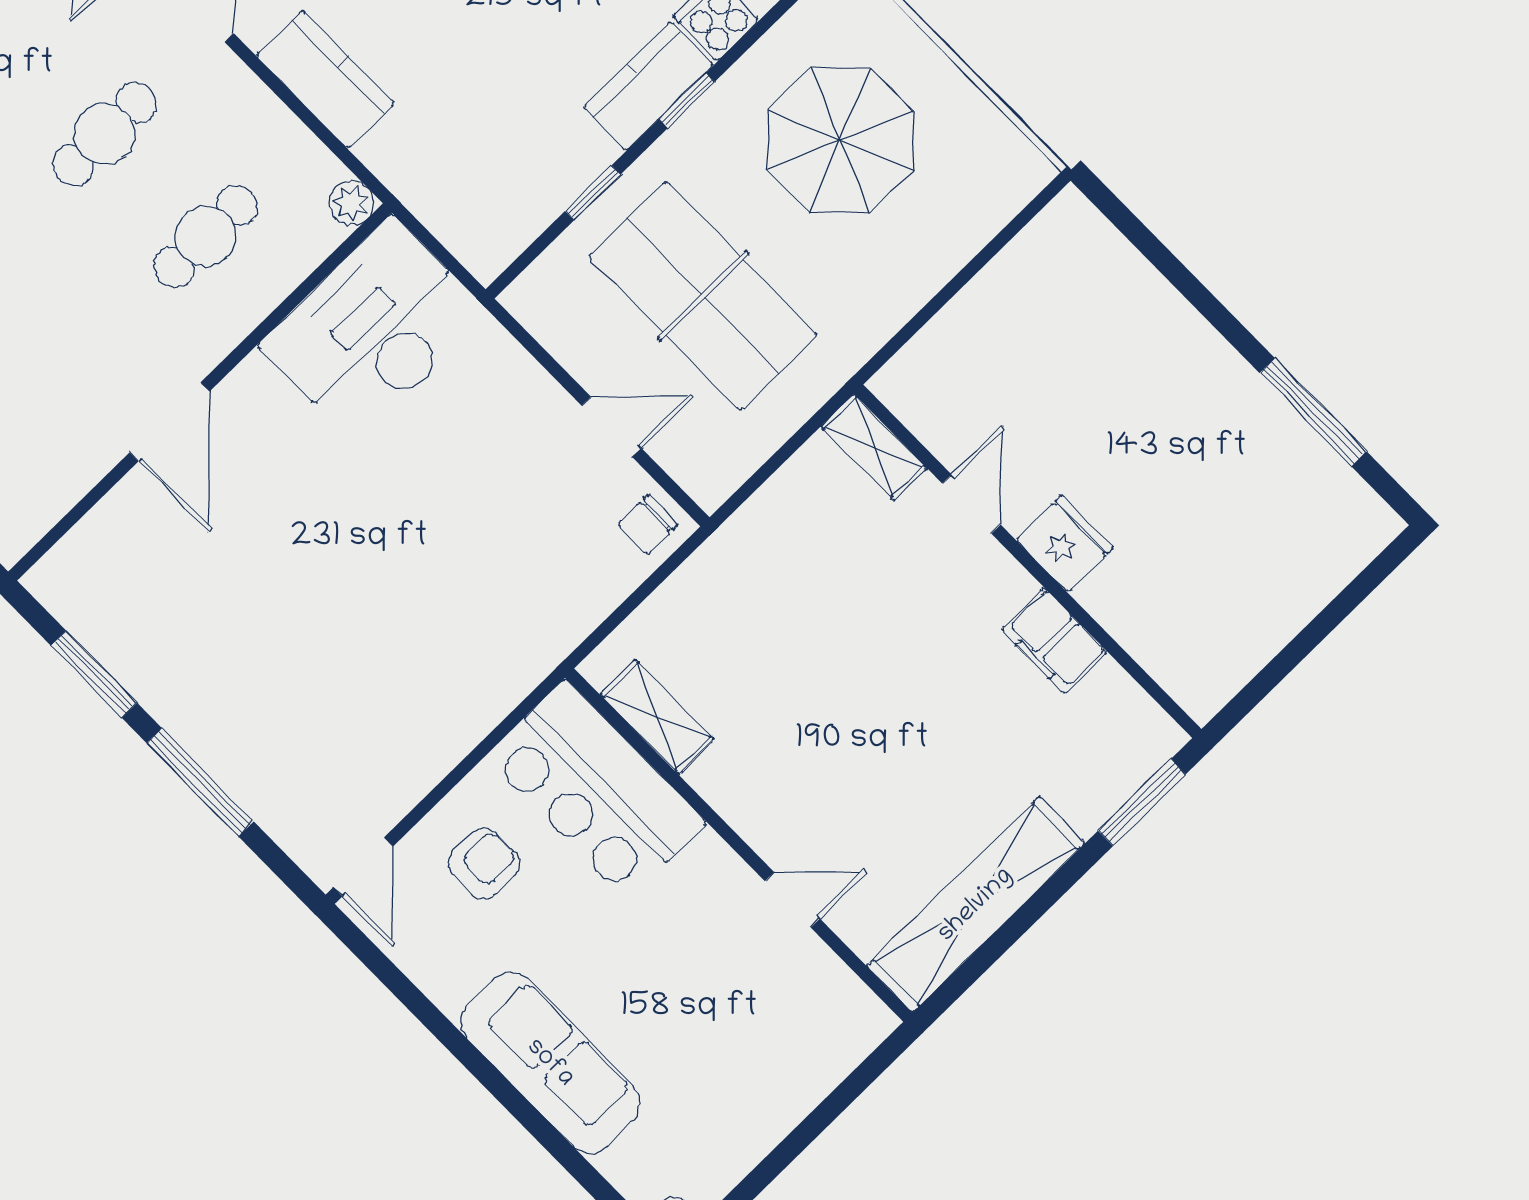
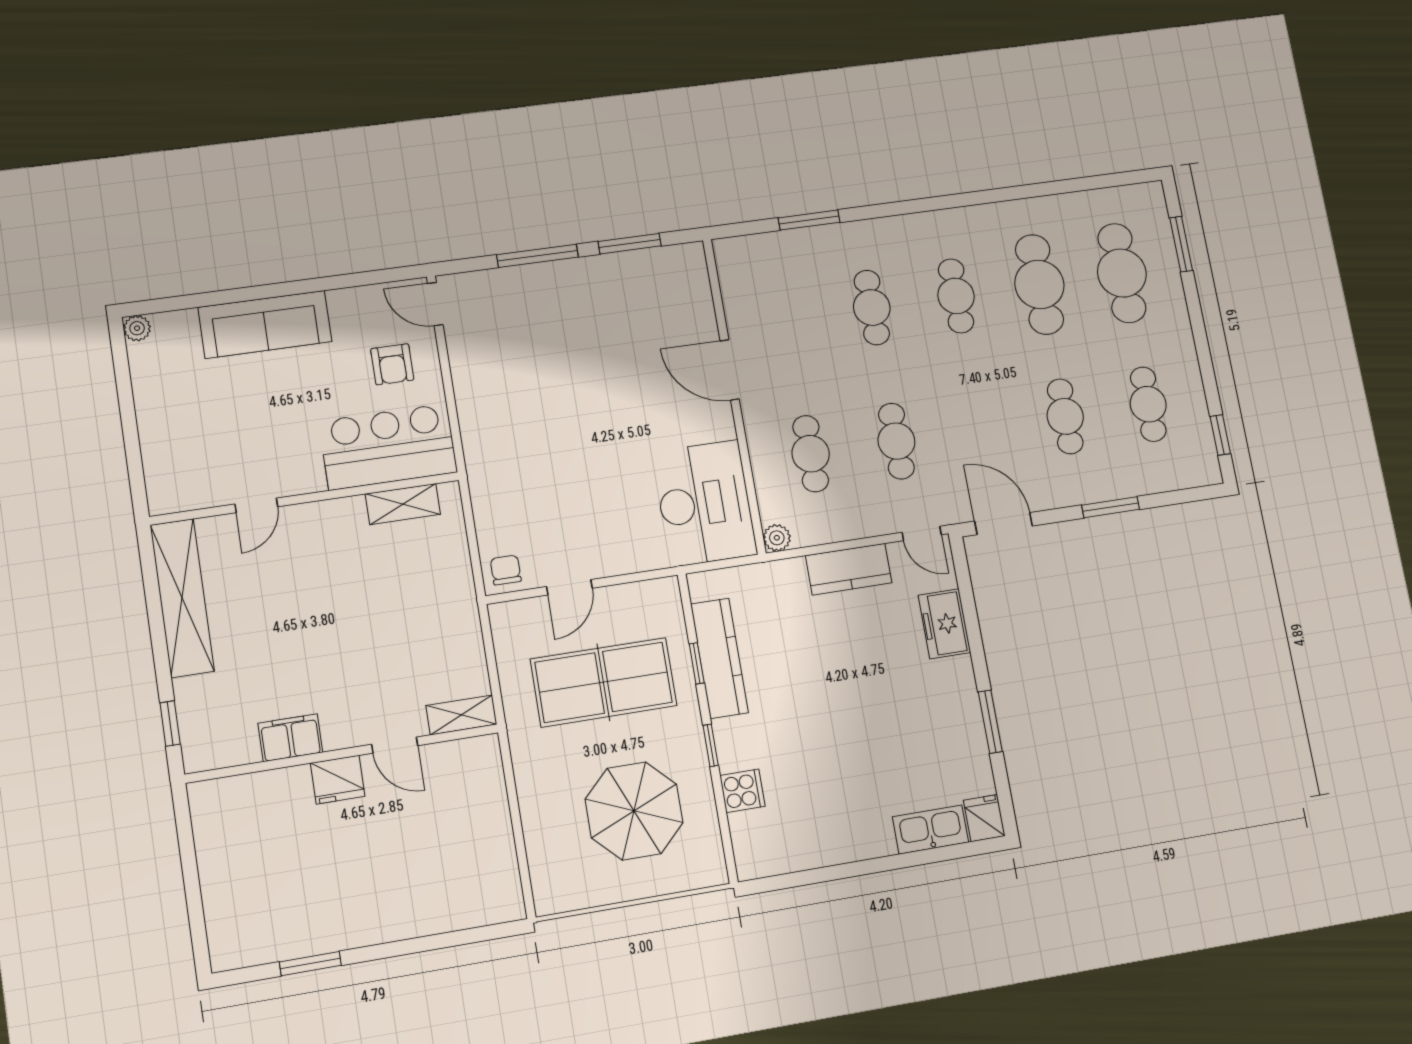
kitchen counter: (648, 86) -> (719, 658), moved, width x1.50
window: (1313, 412) -> (310, 964), width x0.69
window: (1142, 802) -> (170, 723), width x0.67

